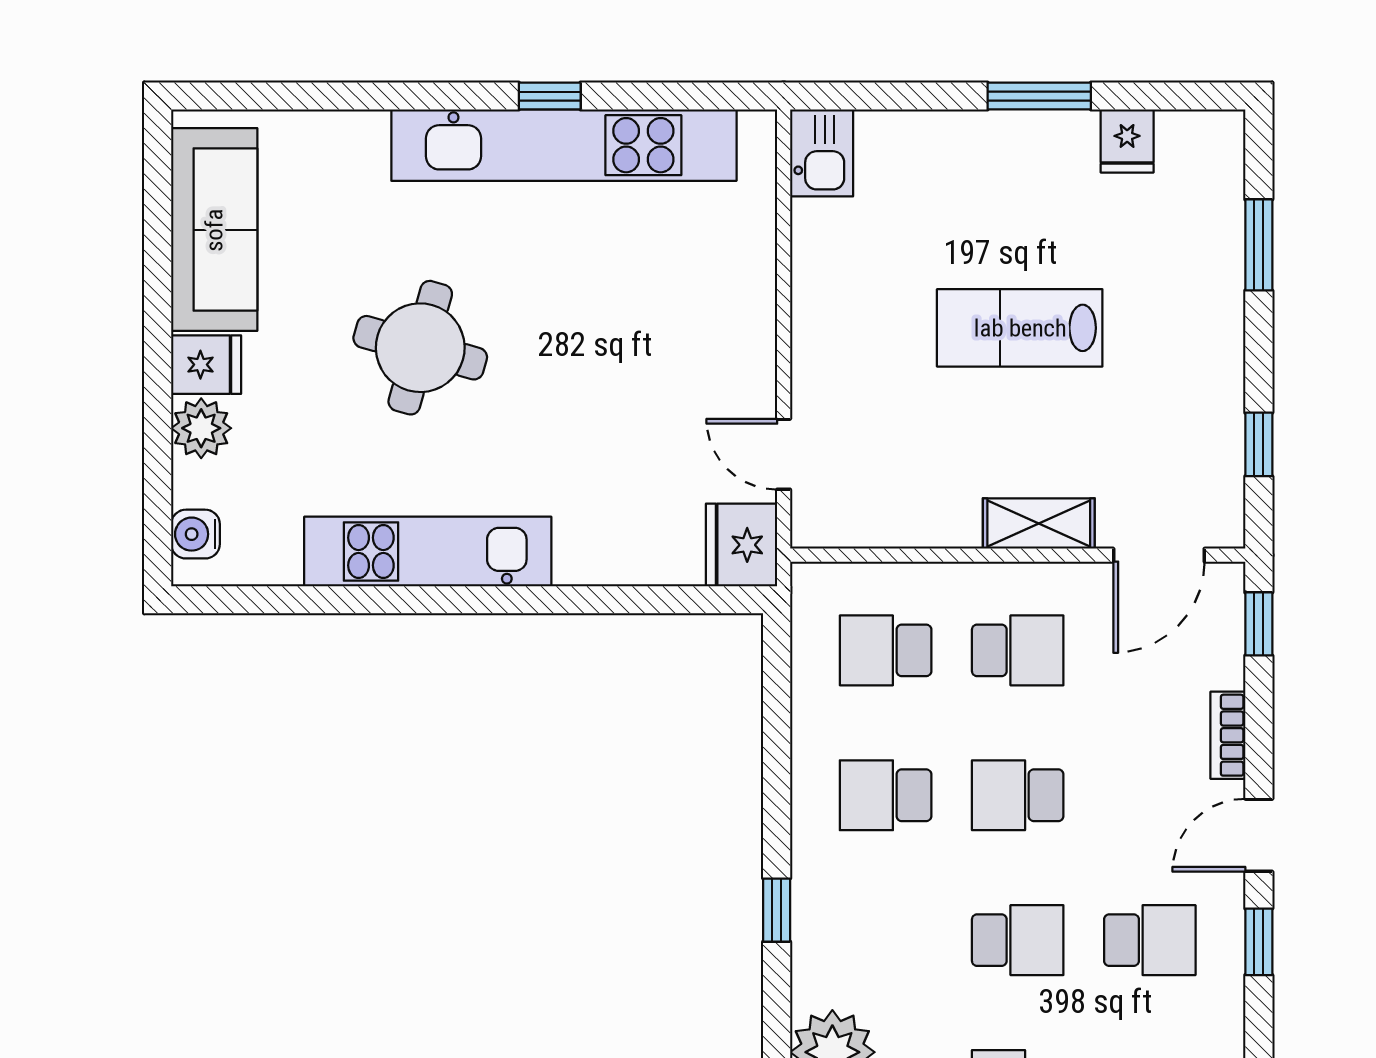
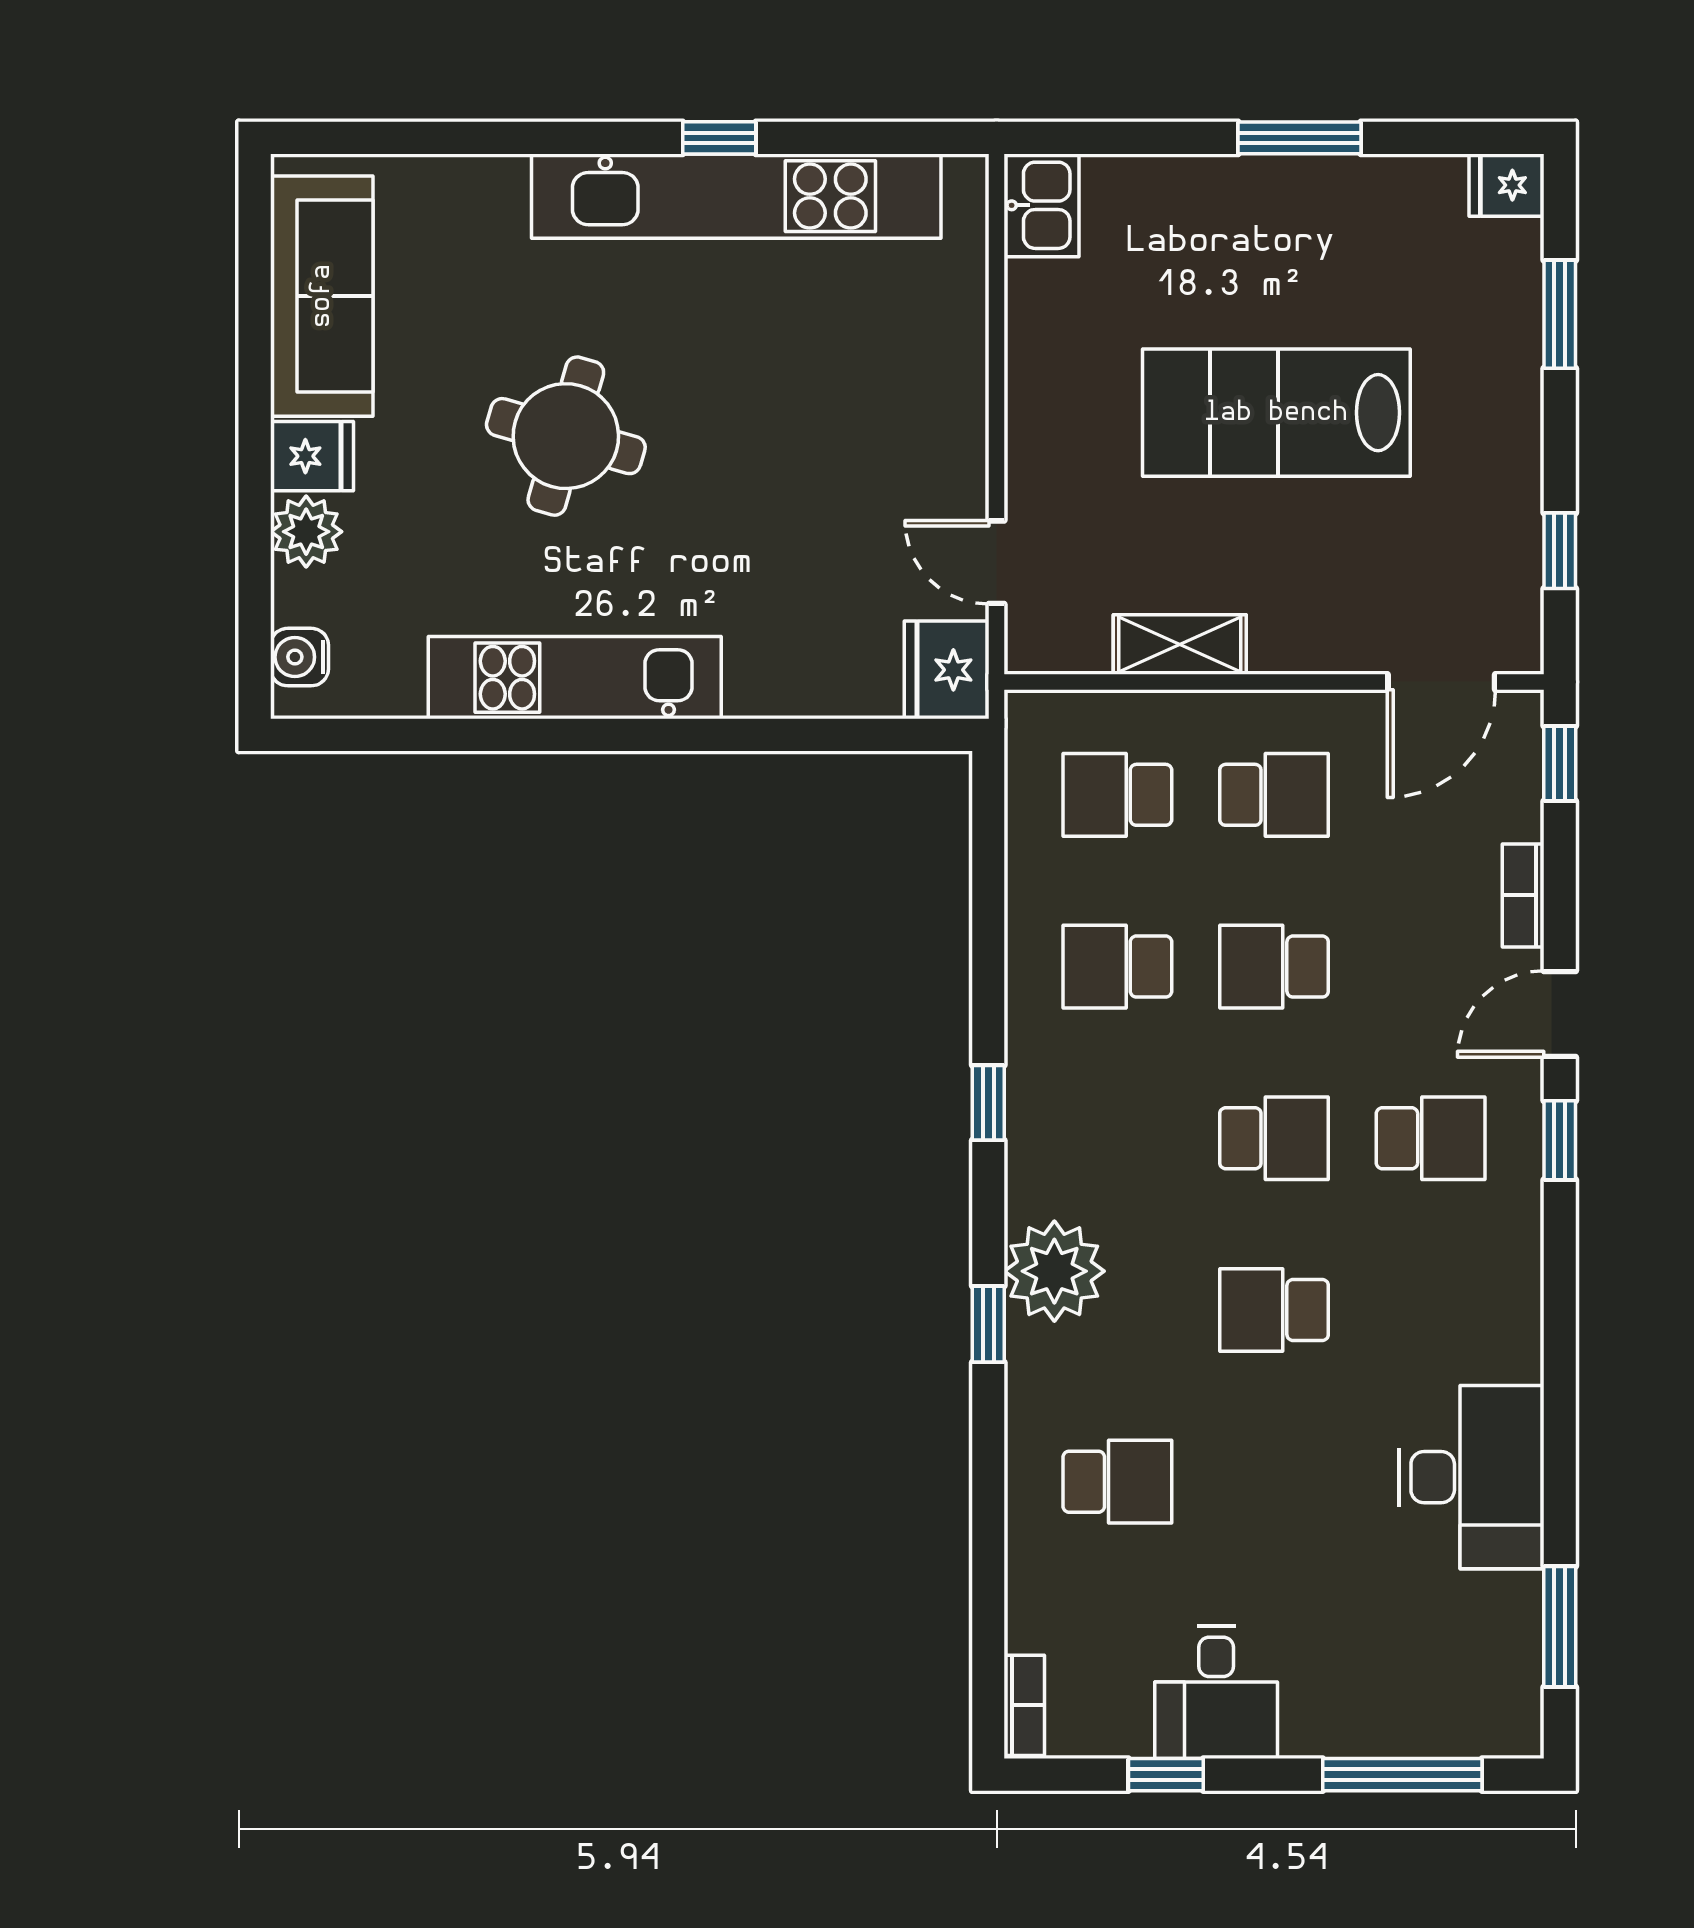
fridge: (1127, 141) -> (1506, 185), moved, turned 90
lab bench: (1020, 328) -> (1276, 413), width x1.36, depth x1.39
shelving: (1039, 523) -> (1180, 644), moved

